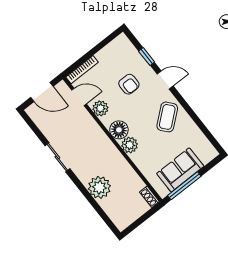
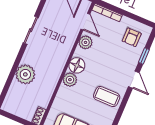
armchair: (129, 84) -> (132, 37), moved
coffee table: (167, 117) -> (107, 97), turned 40

